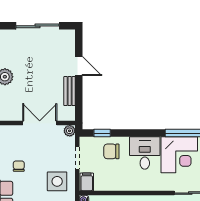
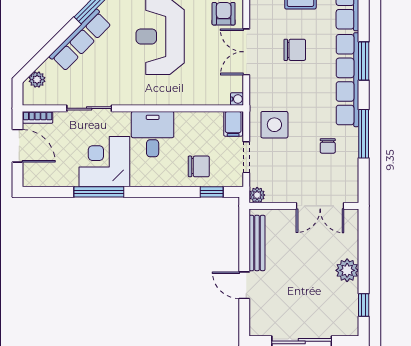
bench: (70, 91) -> (257, 243), width x1.36
double door: (40, 123) -> (320, 206), moved
desk: (145, 153) -> (153, 134), moved, turned 180

